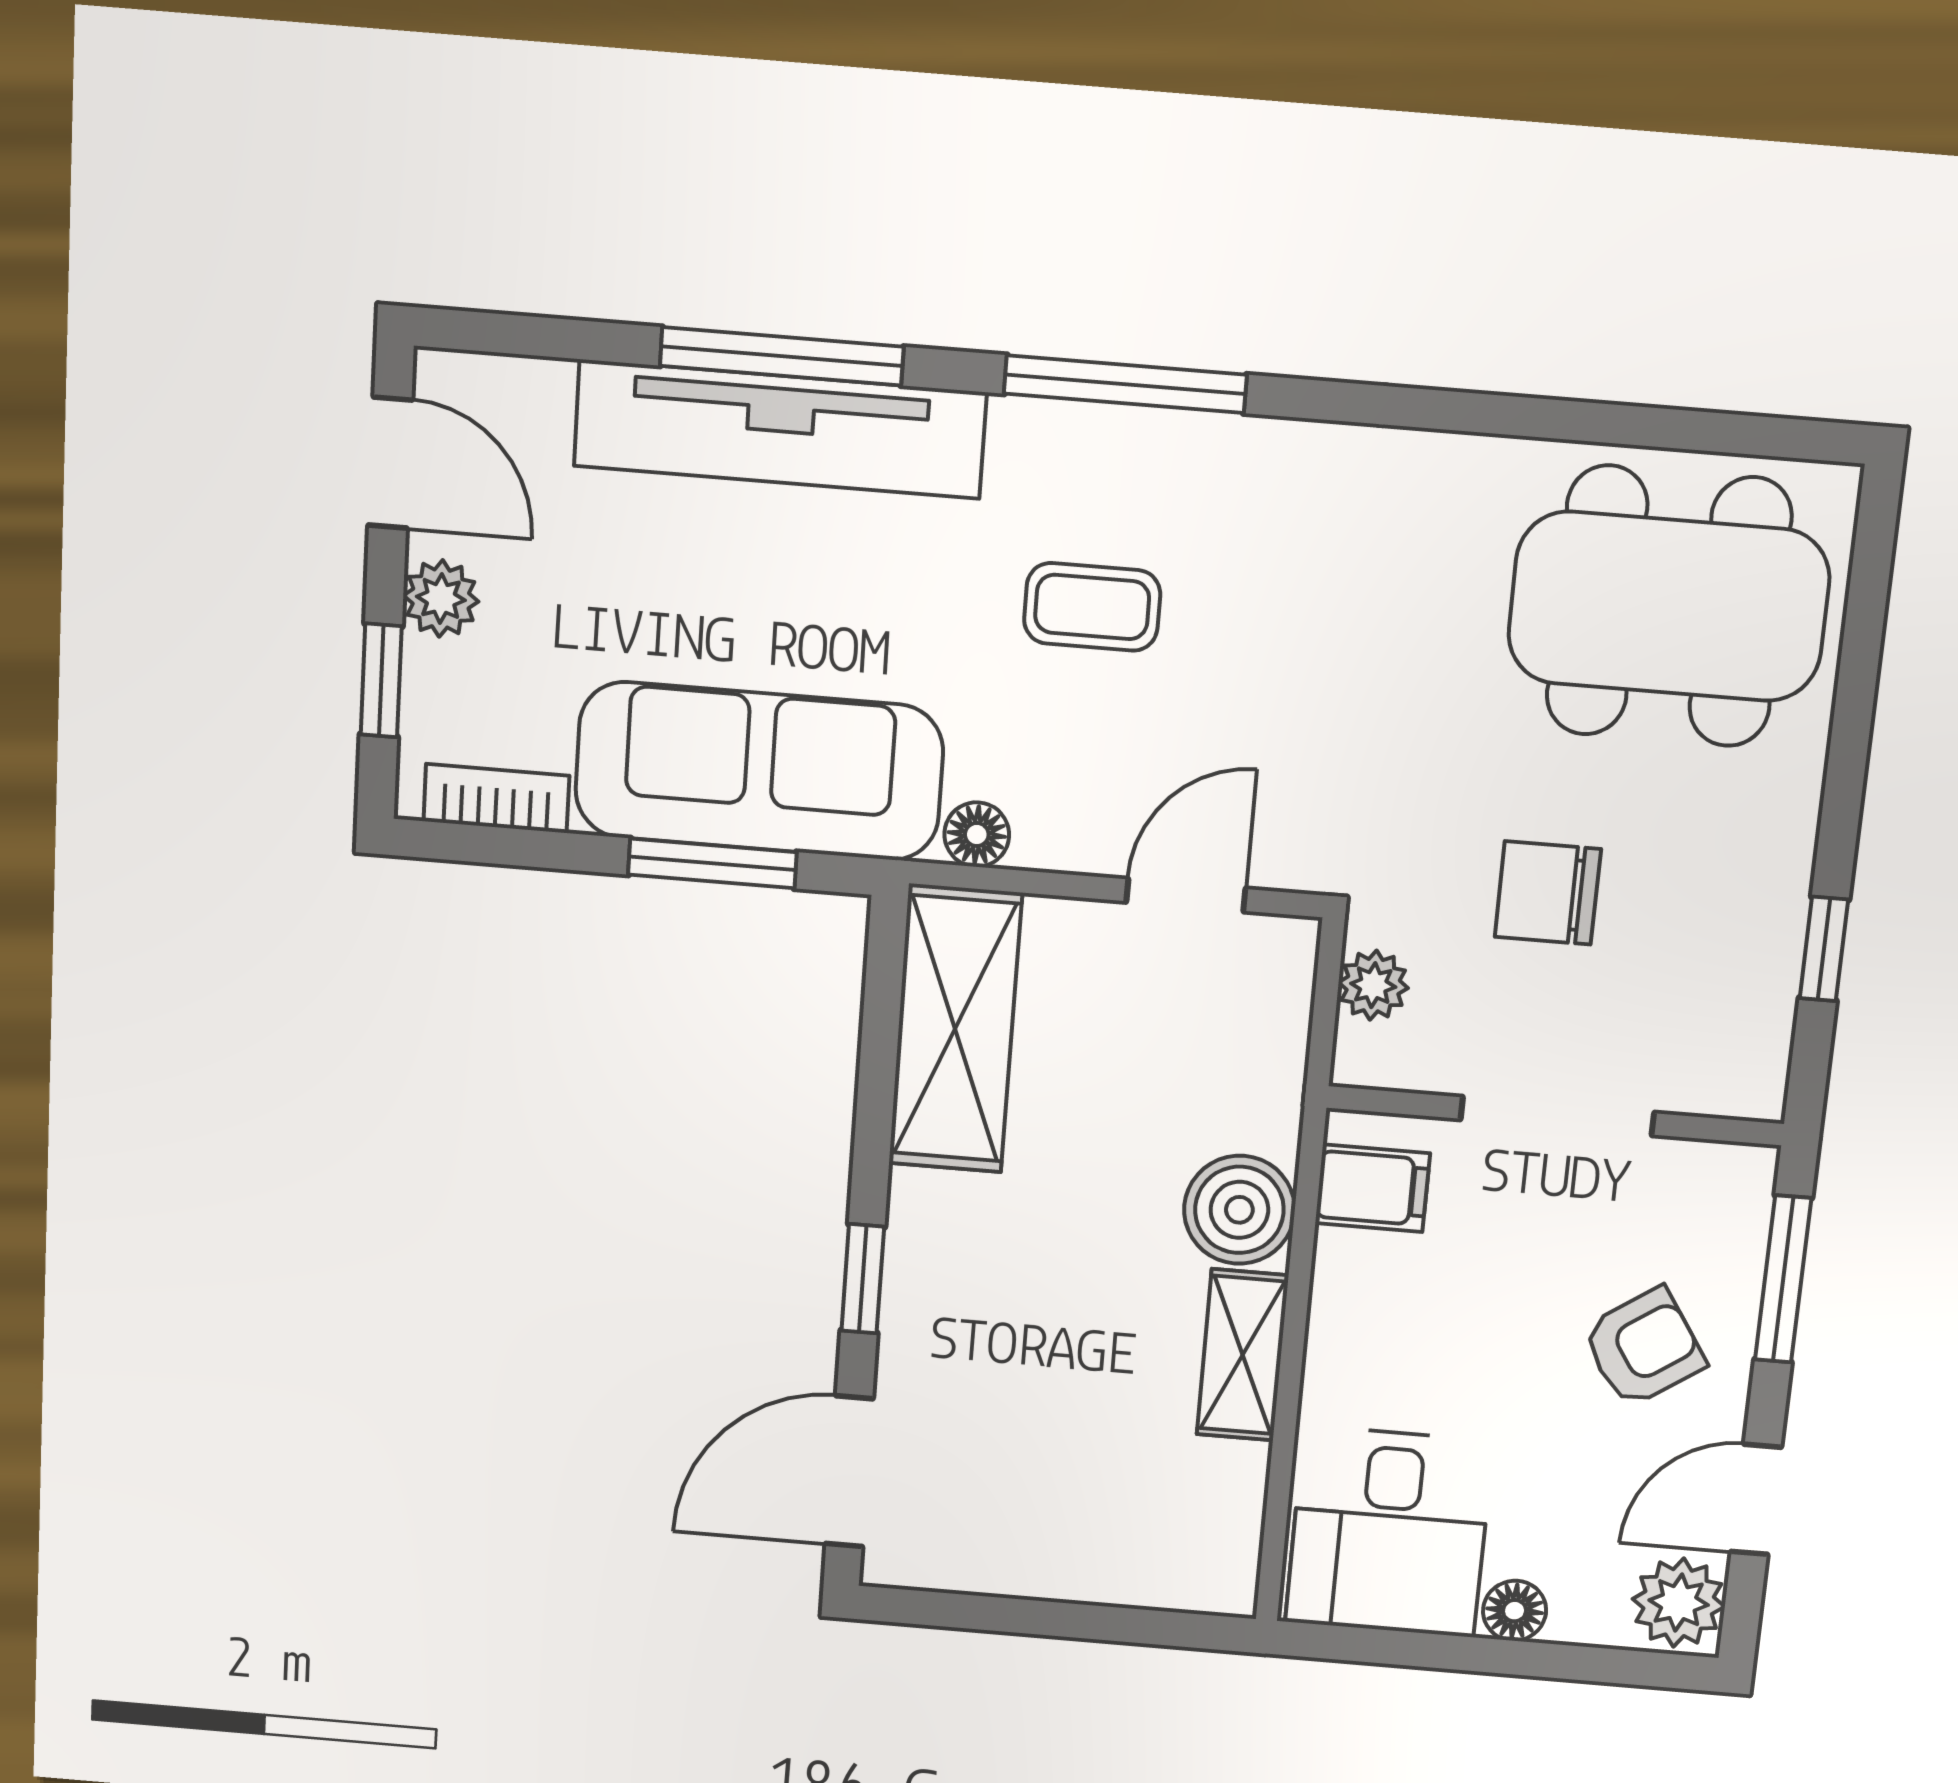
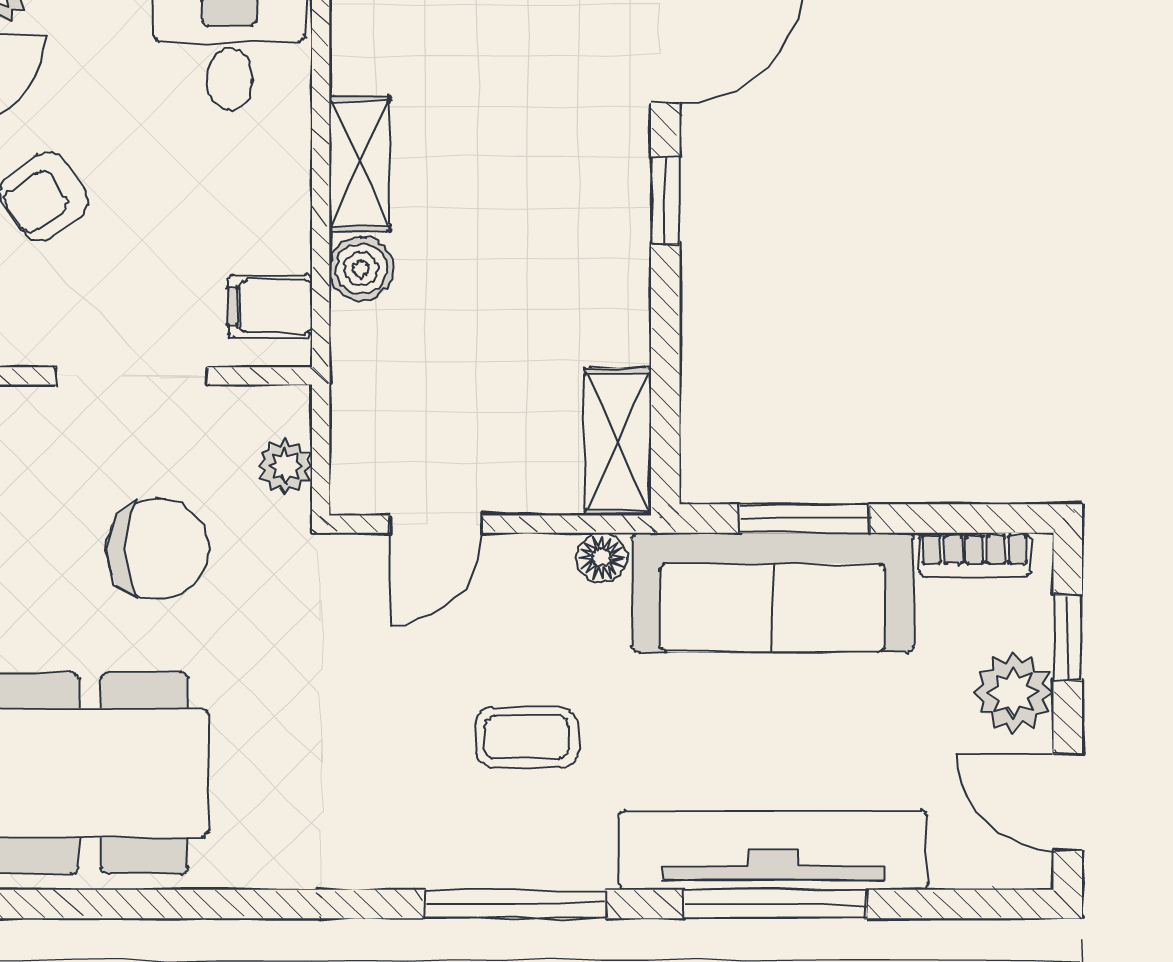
plant: (441, 598) -> (1014, 693), width x1.38, depth x1.38
chair: (1548, 893) -> (158, 549), width x1.37, depth x1.37
shelving: (955, 1029) -> (618, 442), width x0.67, depth x0.75
boiler: (1239, 1210) -> (361, 269), width x0.73, depth x0.73

